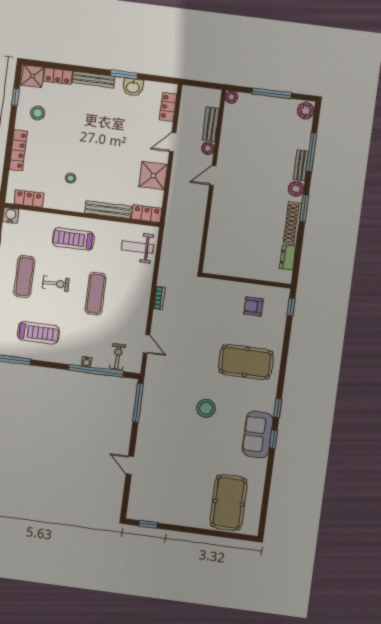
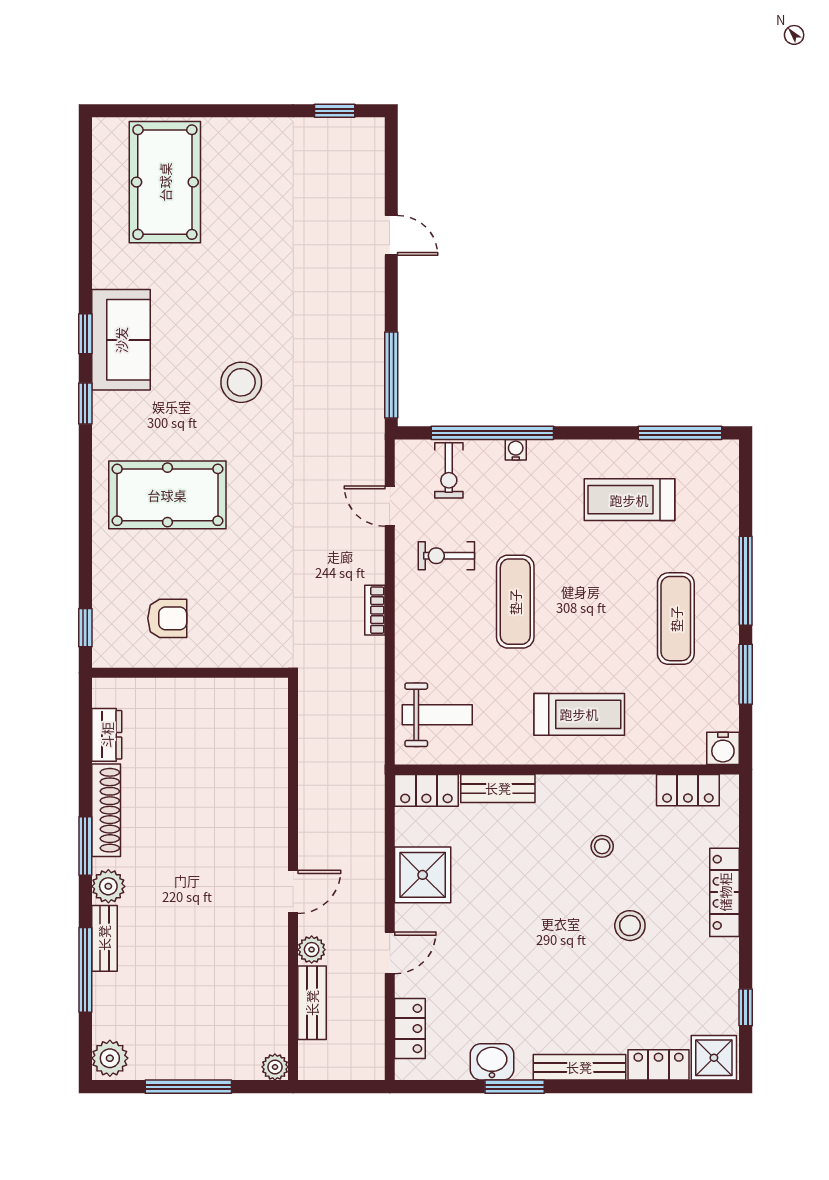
stool: (38, 113) -> (630, 926), moved
bench: (108, 210) -> (498, 788), width x0.73
exercise bike: (56, 284) -> (446, 556), moved

